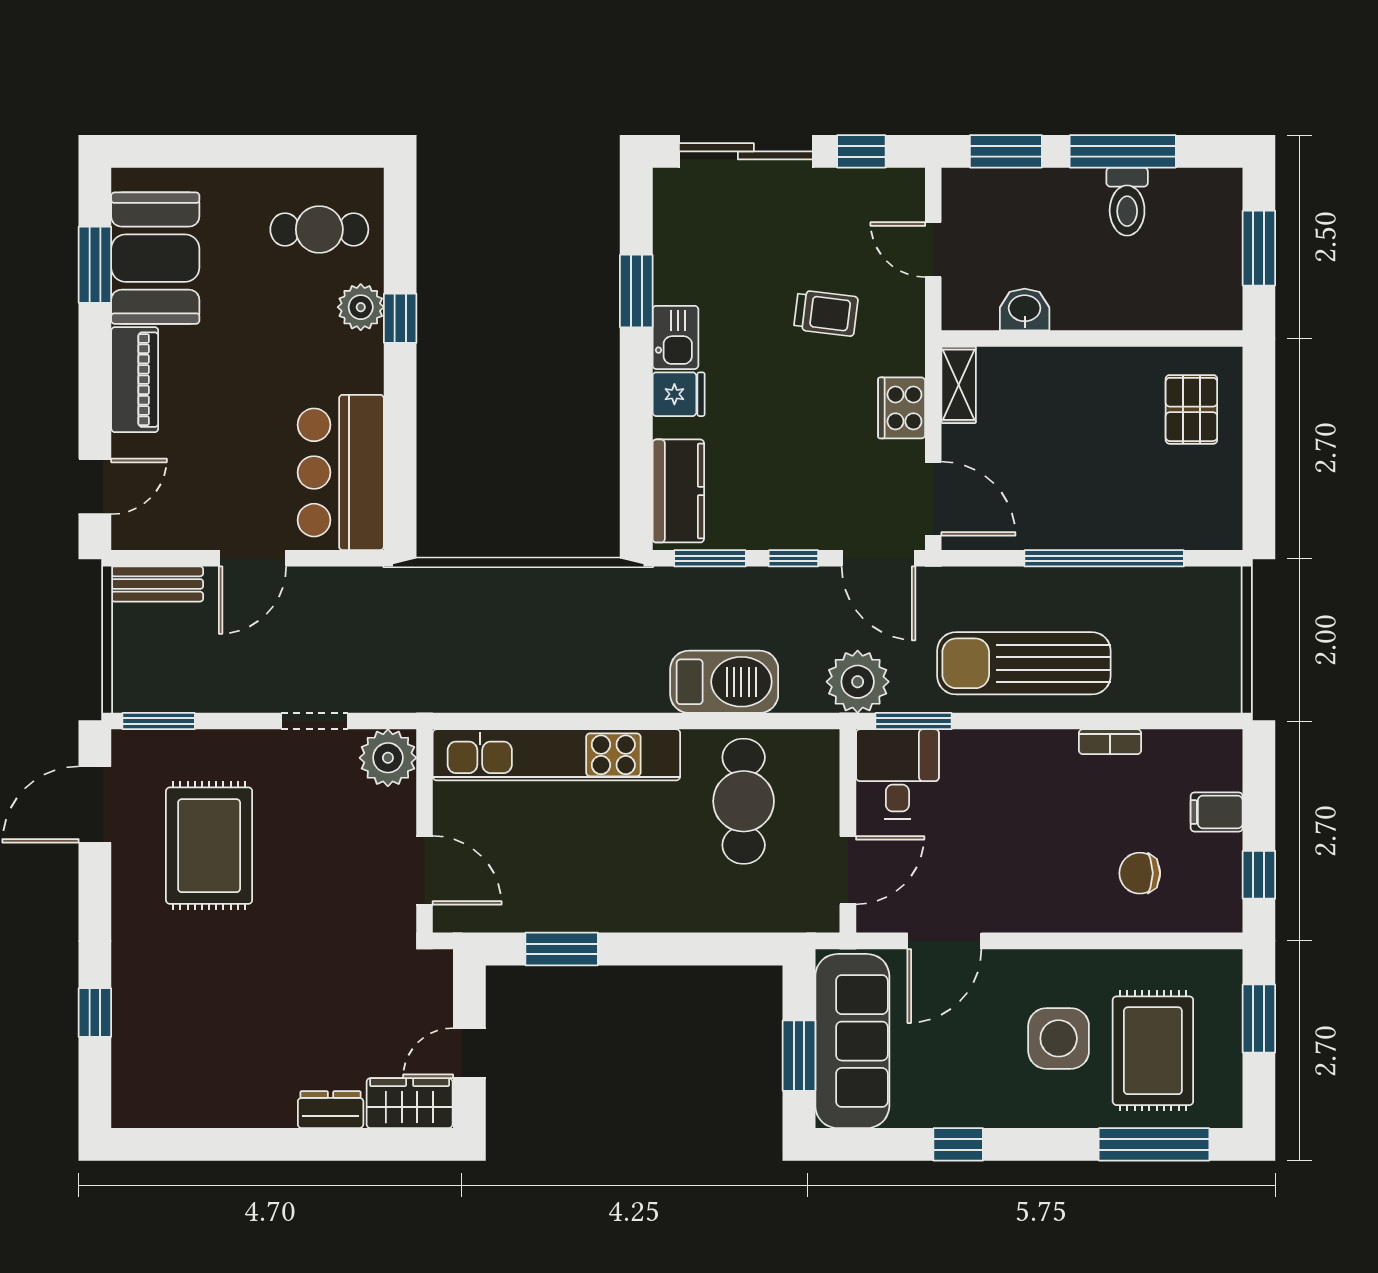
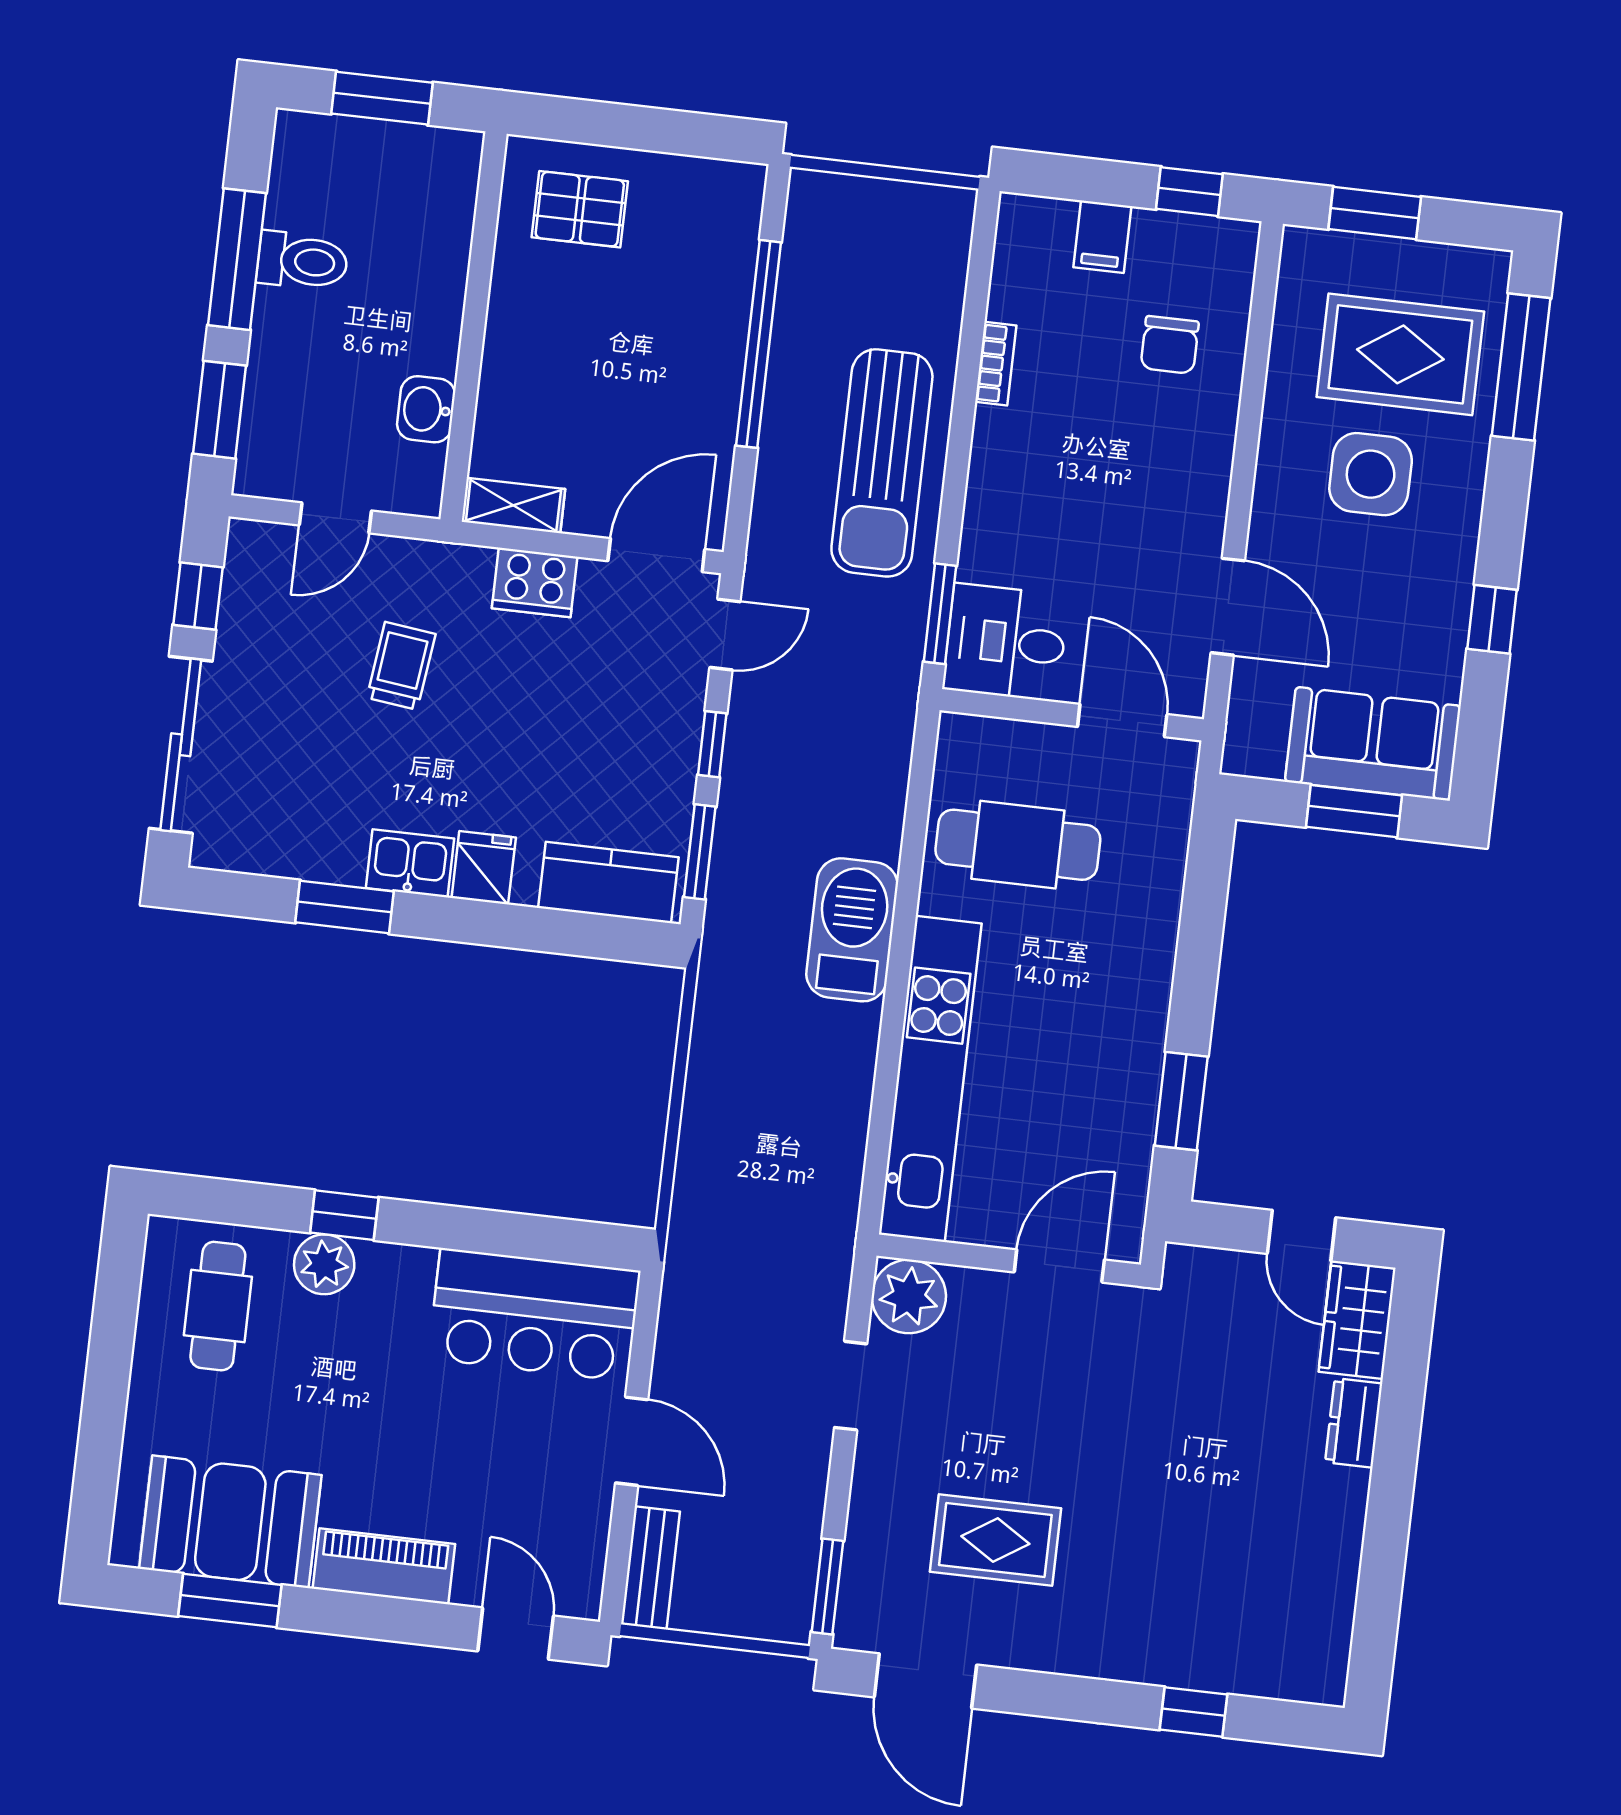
door: (879, 558) -> (725, 635), width x0.73
barbecue: (724, 682) -> (852, 930), moved
plant: (858, 682) -> (881, 680), removed
rug: (209, 846) -> (995, 1540), width x0.73, depth x0.70
sofa: (852, 1041) -> (1373, 744), width x0.73

